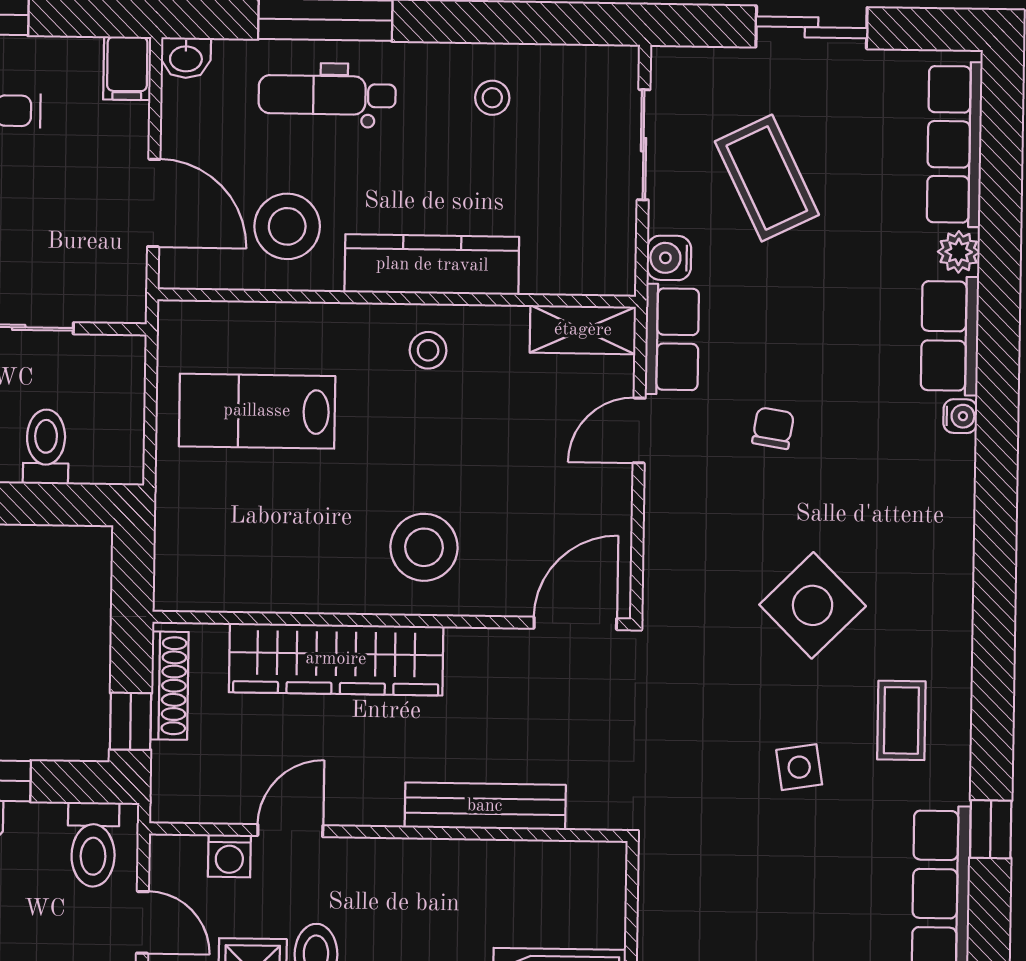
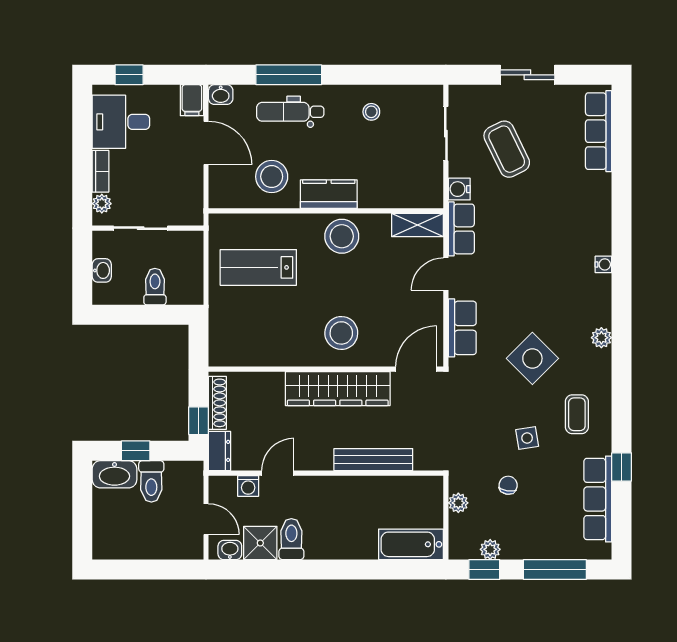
door: (154, 203) -> (206, 143), moved
plant: (959, 252) -> (601, 338), moved
kitchen counter: (432, 265) -> (329, 194), width x0.67
row of seats: (950, 336) -> (462, 328), moved, turned 180
stool: (428, 350) -> (342, 236), width x1.89, depth x1.89
chair: (773, 428) -> (508, 485), moved
wardrobe: (336, 659) -> (338, 389), moved
dresser: (172, 784) -> (220, 451), added
toilet: (93, 844) -> (151, 481), moved
plant: (657, 897) -> (458, 503), added

